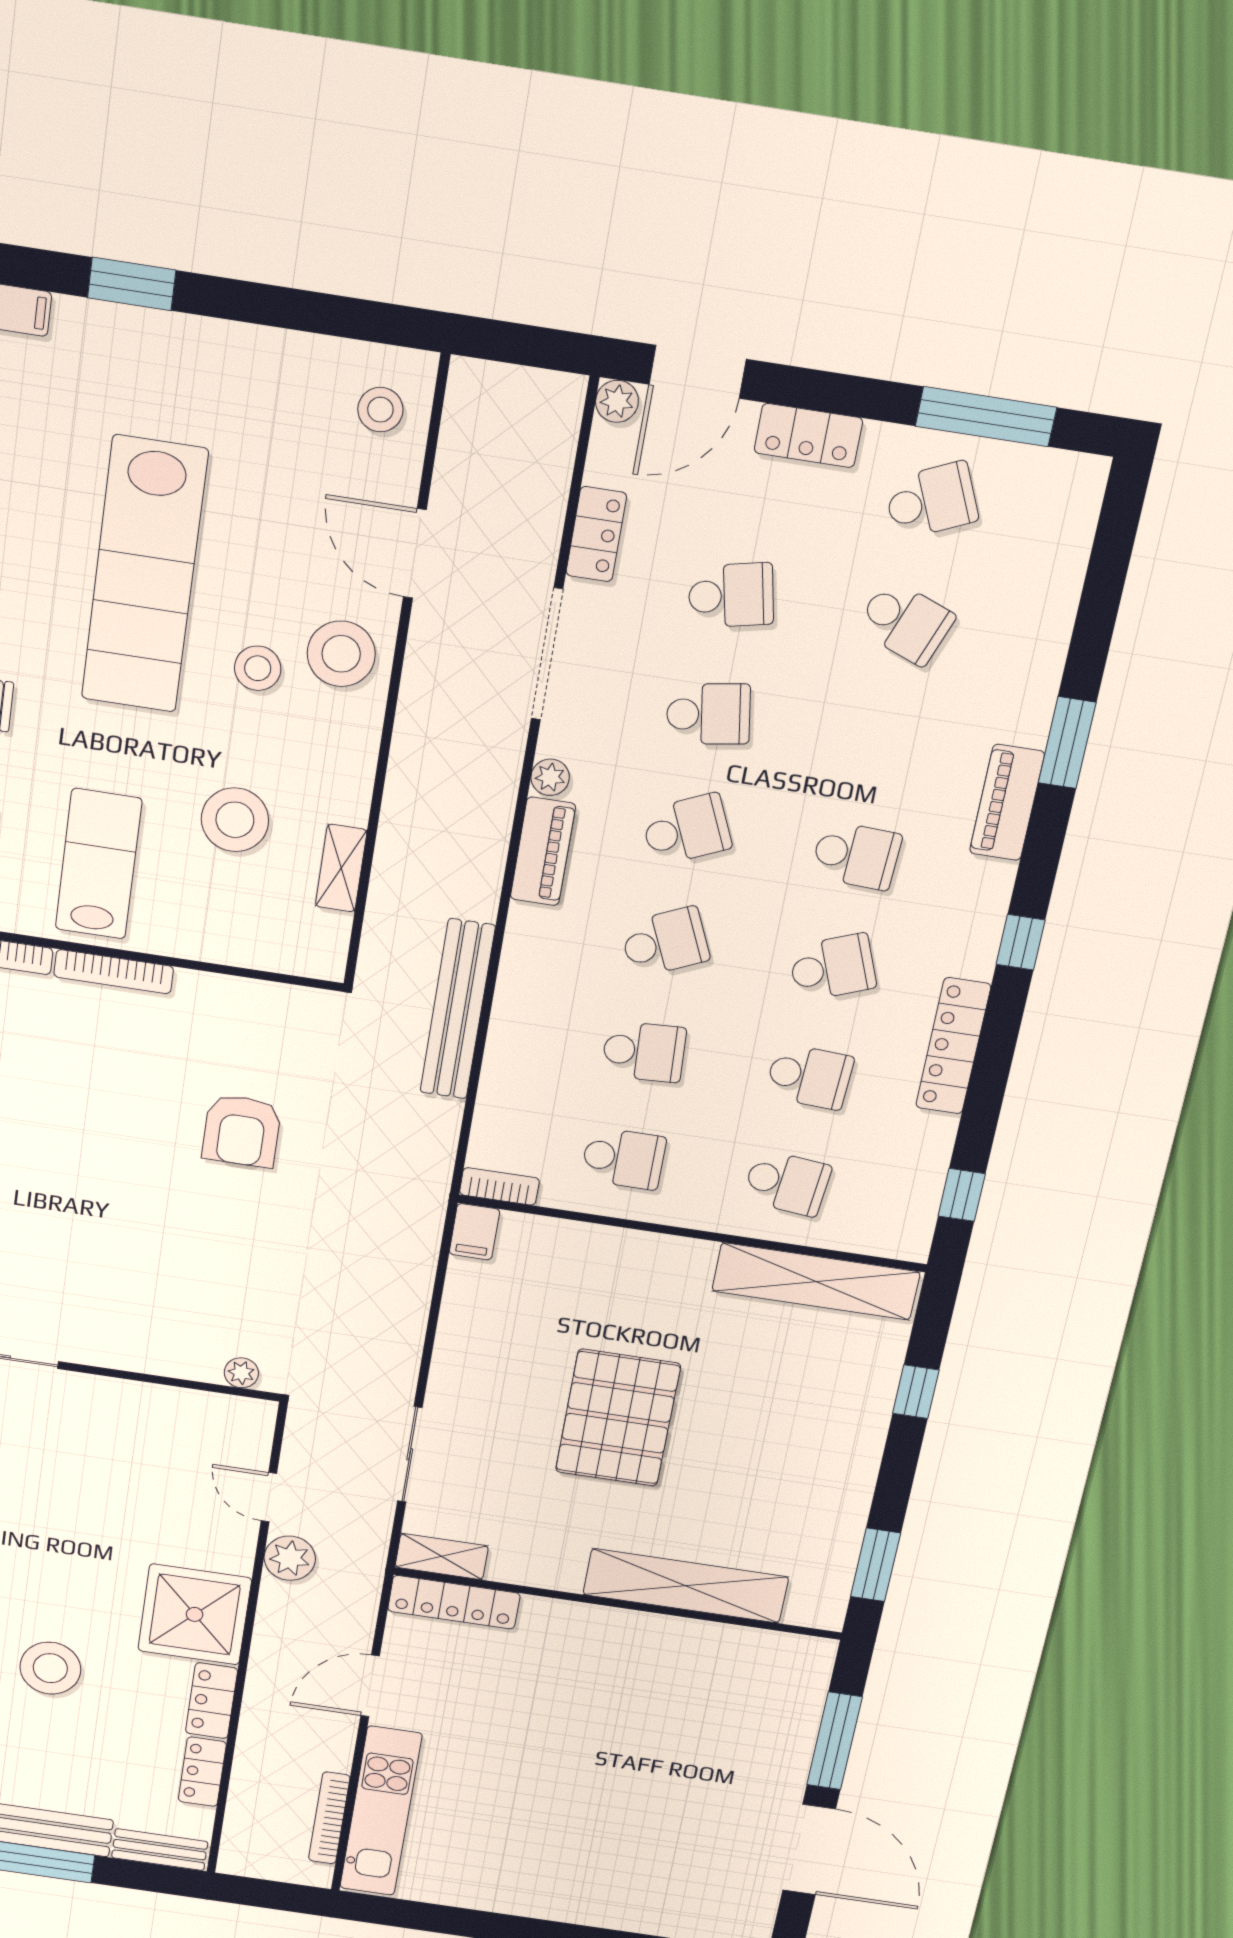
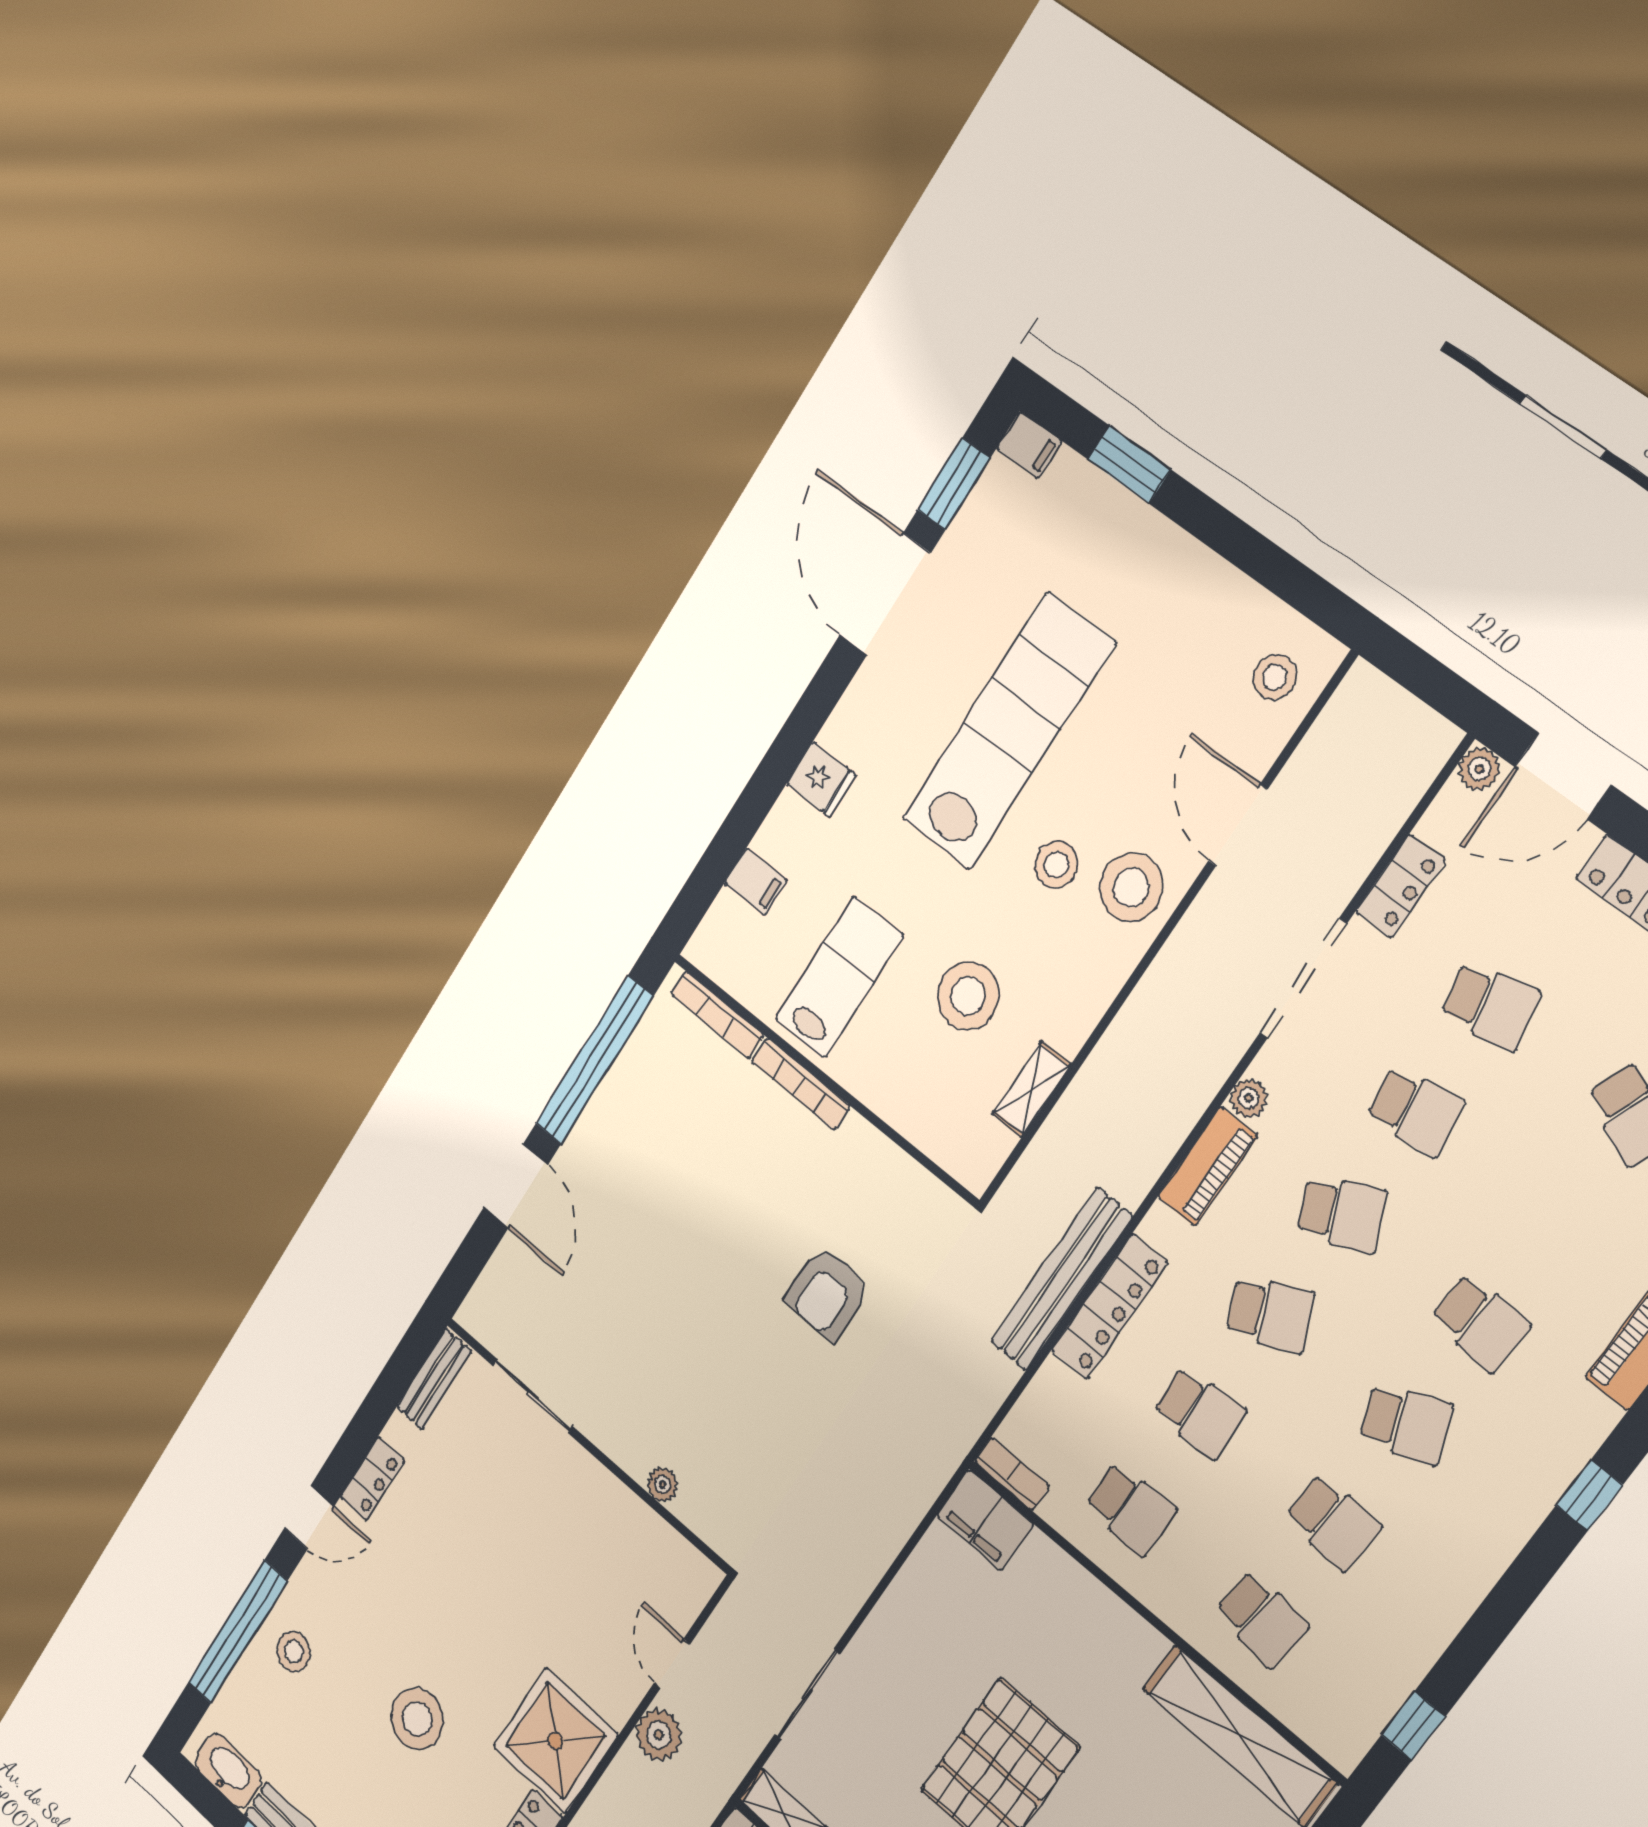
lab bench: (144, 575) -> (1008, 731), turned 180
locker: (953, 1046) -> (1110, 1307), moved, turned 180
filing cabinet: (474, 1232) -> (985, 1520), width x2.00
plant: (241, 1373) -> (662, 1485), moved

